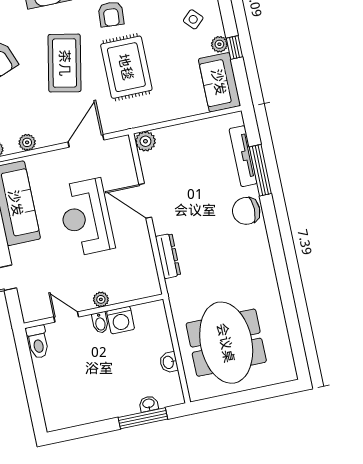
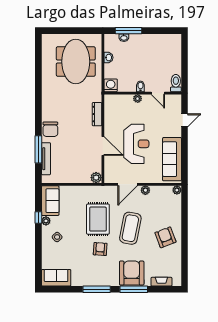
plant: (27, 142) -> (145, 190), moved
chair: (246, 211) -> (50, 129), turned 90
washing machine: (121, 320) -> (111, 85), moved

